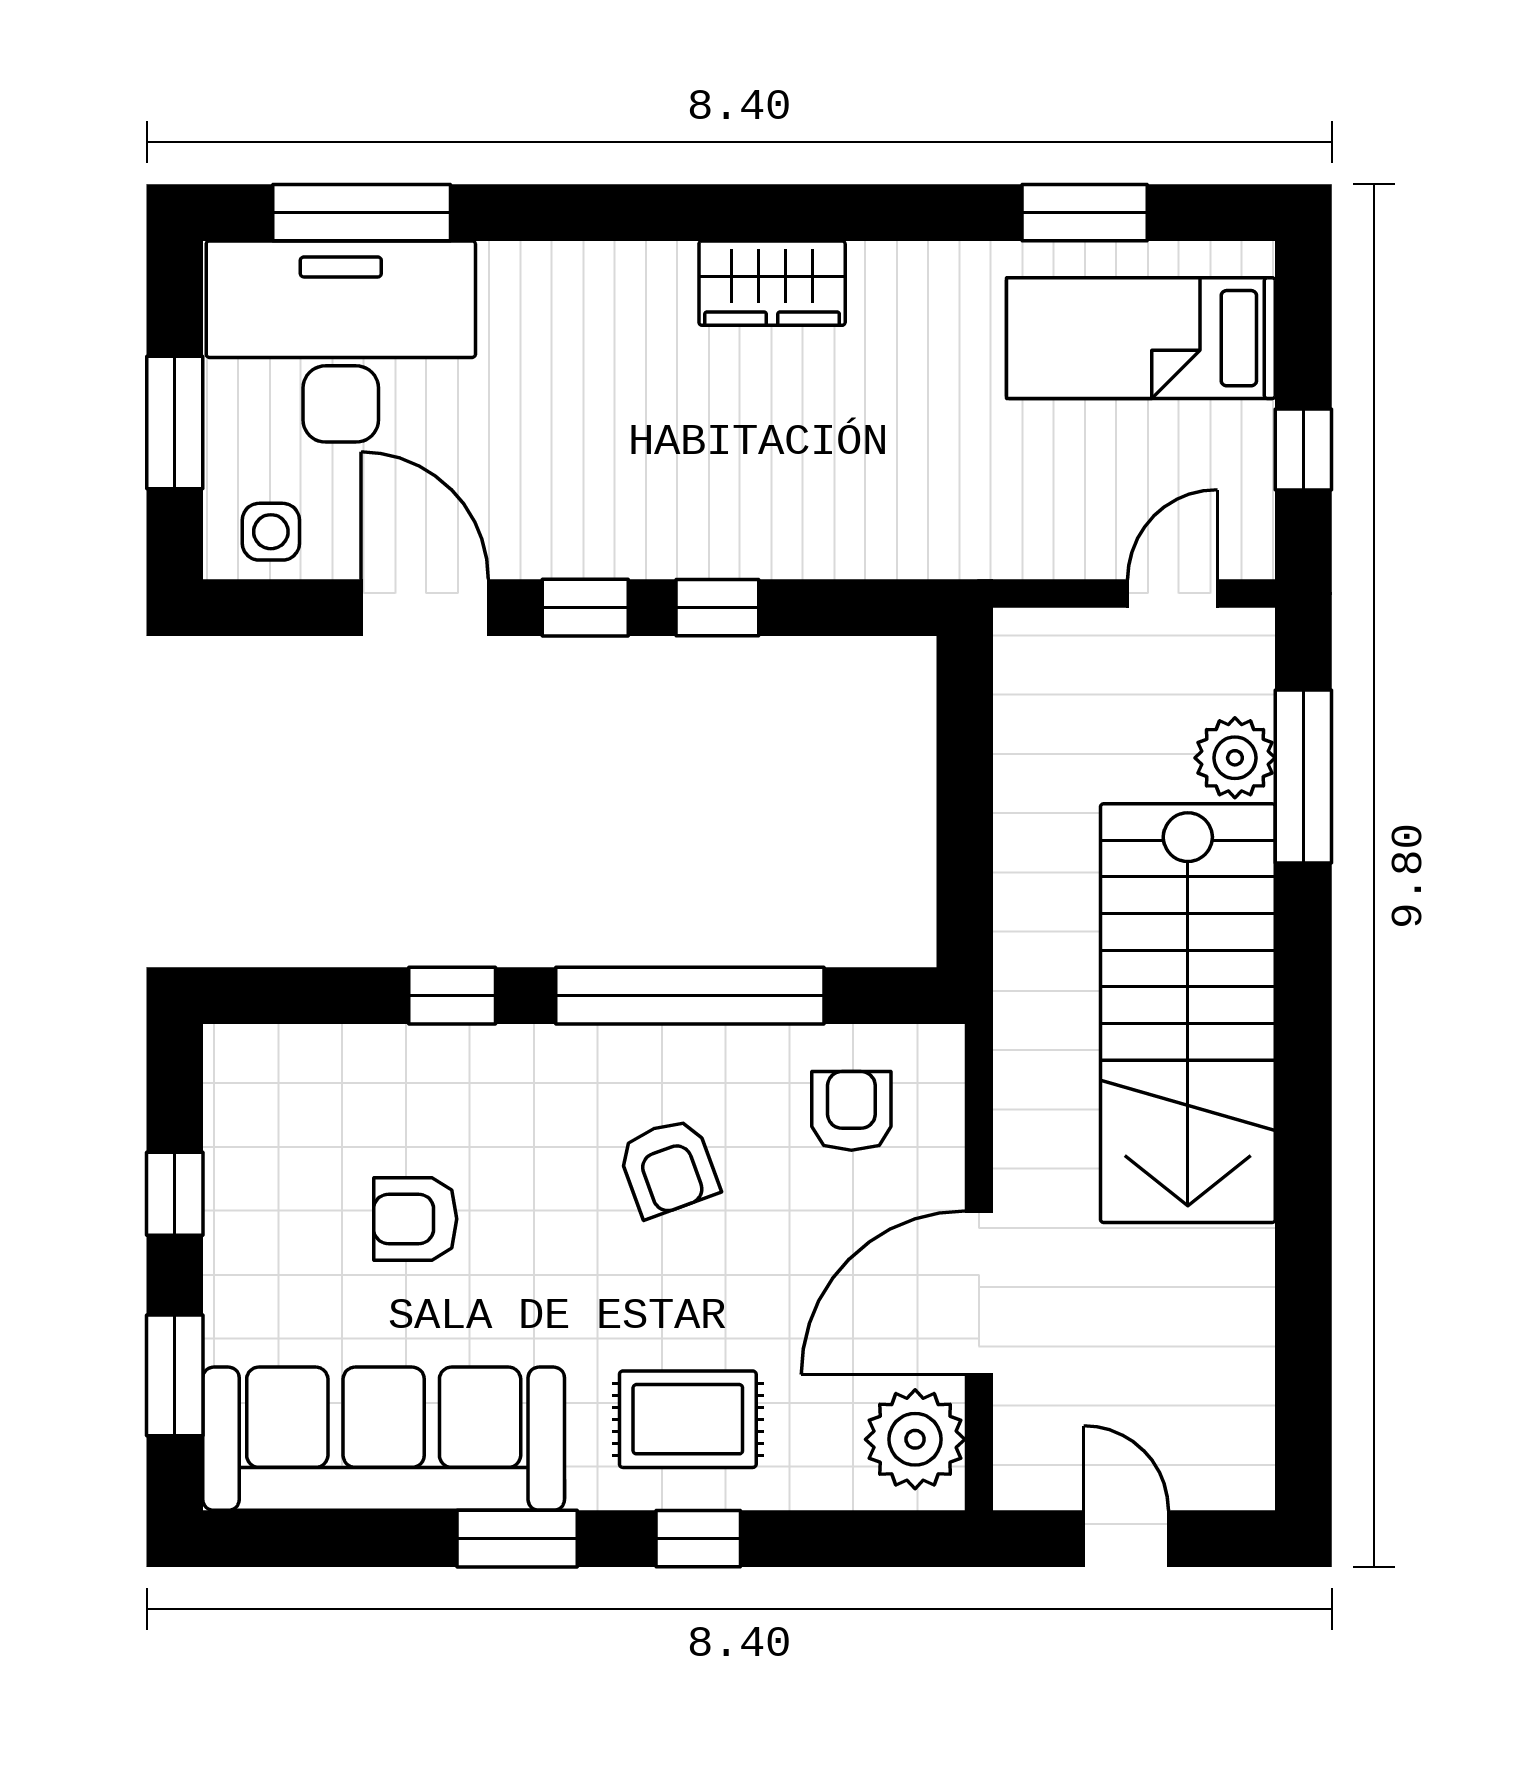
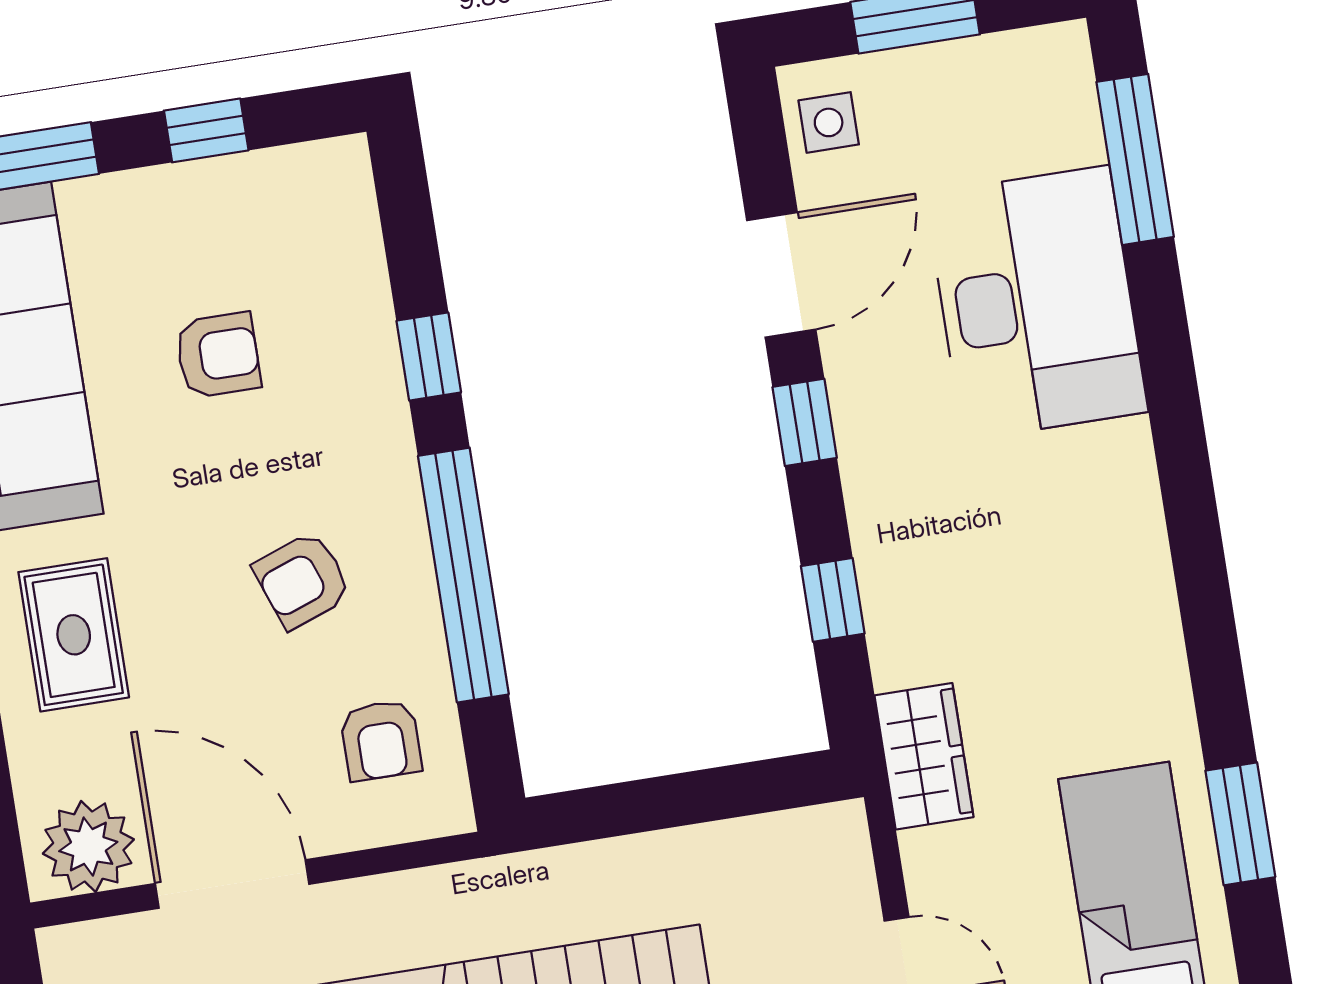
wardrobe: (772, 283) -> (924, 756), moved, turned 180
desk: (341, 341) -> (1036, 303), moved
window: (717, 608) -> (833, 600), moved
armchair: (851, 1111) -> (381, 740), turned 90
armchair: (415, 1219) -> (218, 355), turned 90

